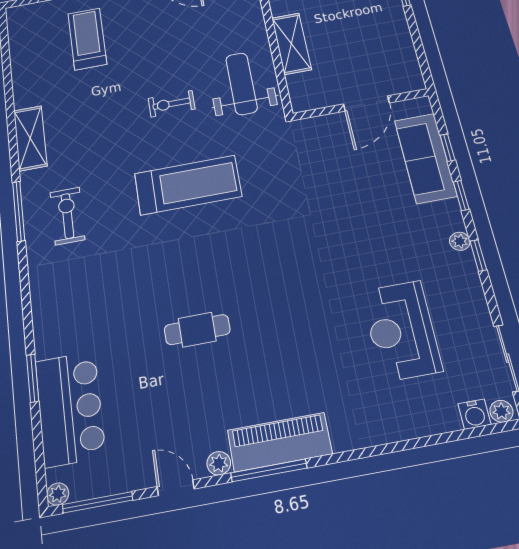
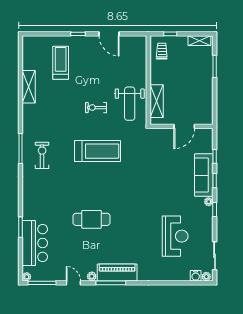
shelving: (291, 44) -> (157, 101), moved
weight bench: (241, 84) -> (130, 104), turned 180
shelving: (30, 138) -> (29, 87), moved
sofa: (425, 158) -> (204, 175), moved
cafe table: (197, 330) -> (92, 219), width x1.37, depth x1.35
reception desk: (401, 331) -> (175, 236), turned 180

